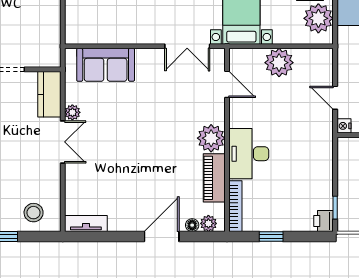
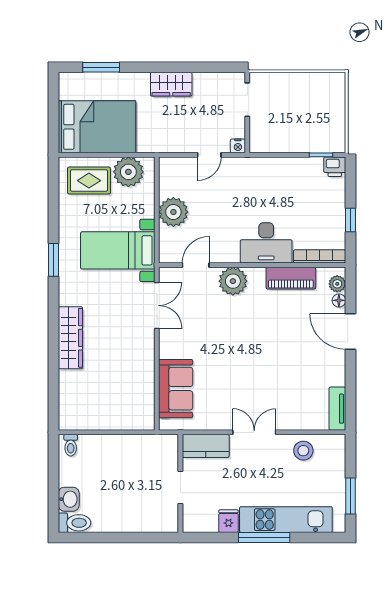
plant: (72, 112) -> (224, 422), removed
plant: (211, 138) -> (233, 281), moved
stool: (34, 213) -> (303, 451), moved

